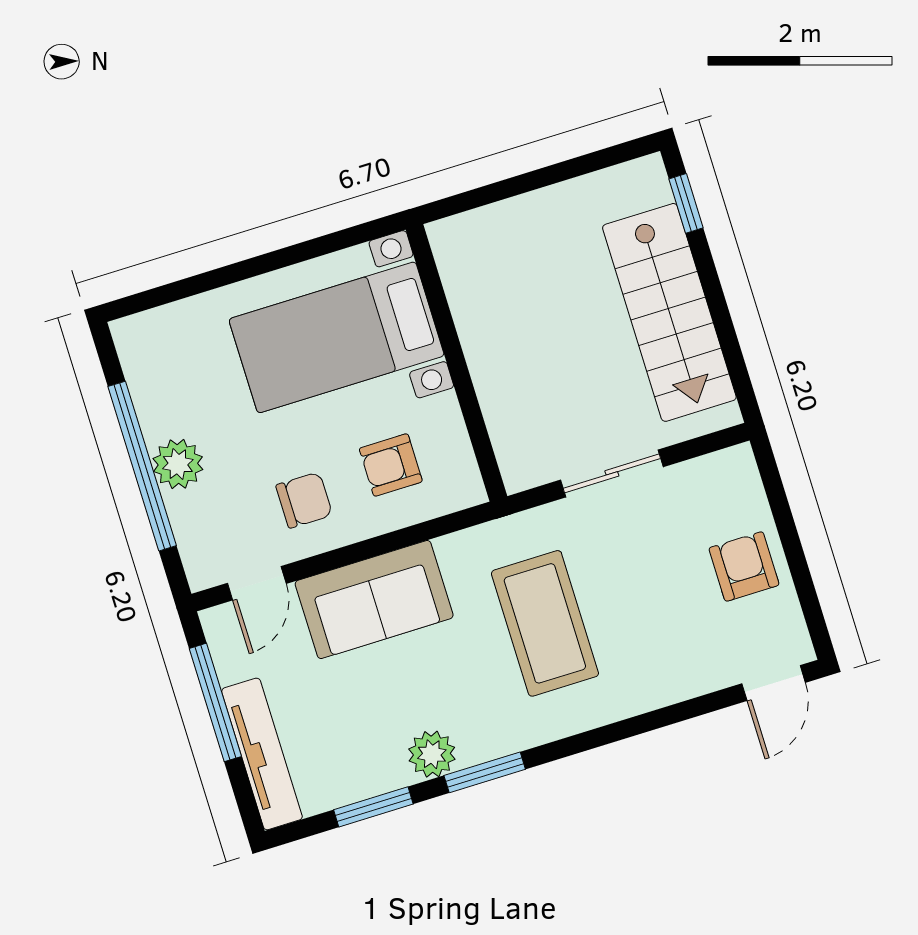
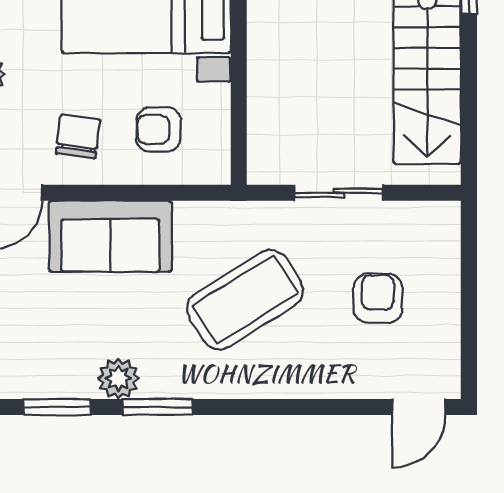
chair: (304, 500) -> (78, 136), turned -83
armchair: (744, 566) -> (378, 298), moved
coffee table: (545, 623) -> (245, 299), turned 58

